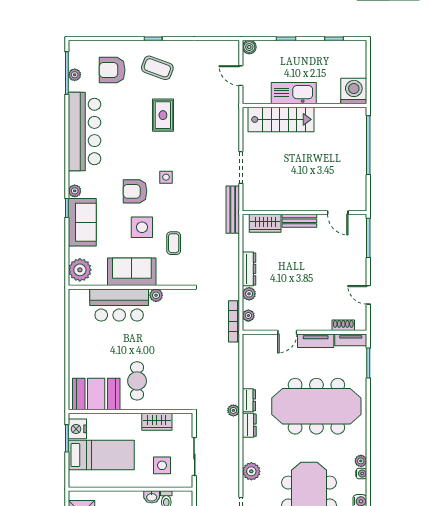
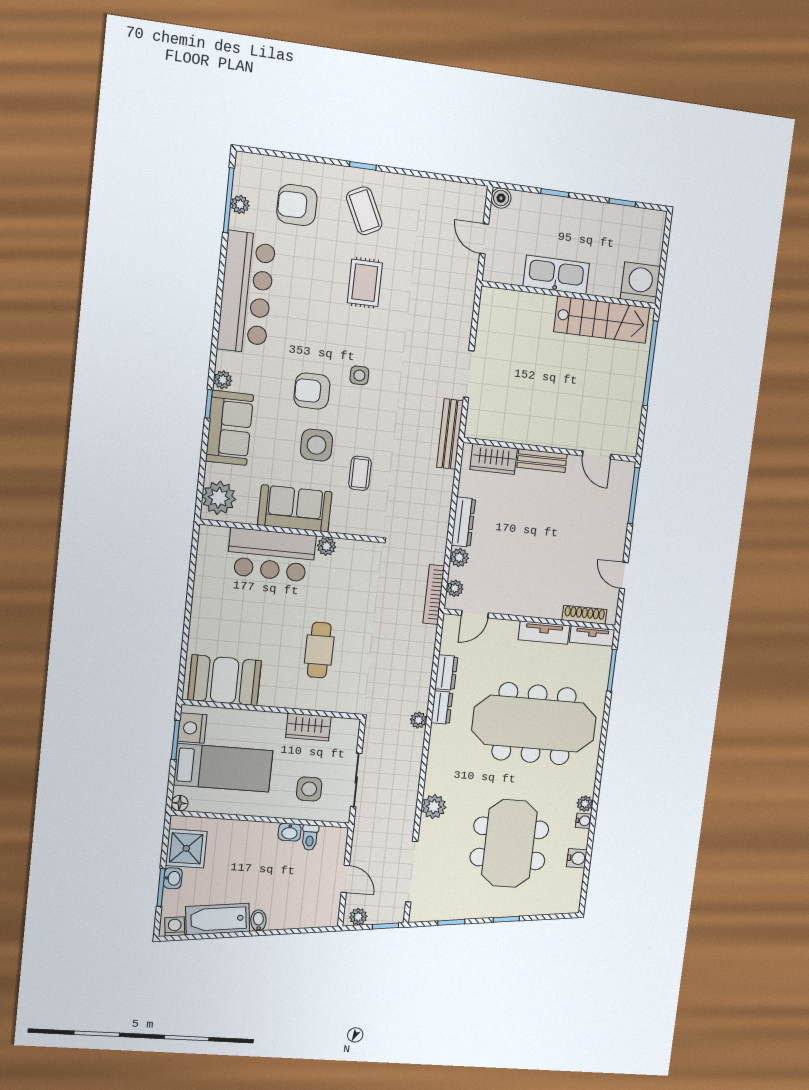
coffee table: (157, 68) -> (364, 211), turned 44
stairs: (281, 119) -> (602, 320), moved
shoe rack: (343, 325) -> (584, 615), width x1.43
door: (287, 332) -> (475, 614), moved
cafe table: (137, 381) -> (319, 650), moved
dresser: (249, 425) -> (446, 673), moved
floor lamp: (74, 482) -> (180, 803), added

